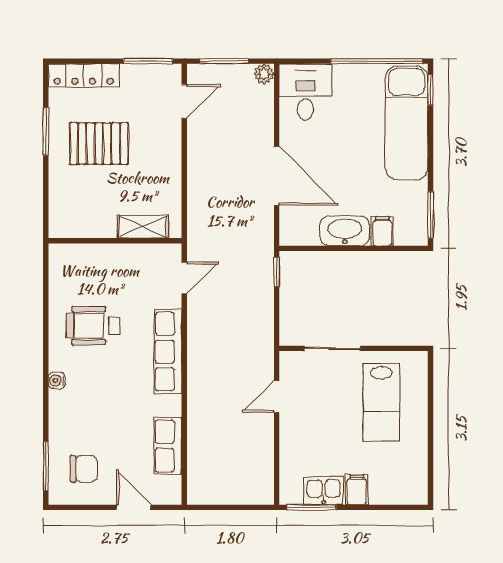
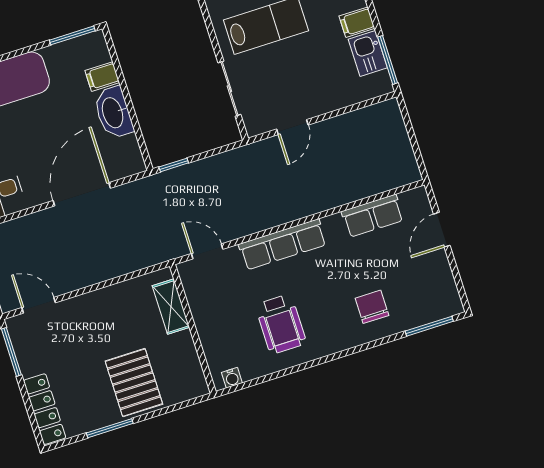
pallet: (99, 144) -> (134, 383), moved
water cooler: (57, 380) -> (232, 378), moved
door: (277, 397) -> (292, 127), hinge flipped
chair: (84, 469) -> (372, 307), moved

